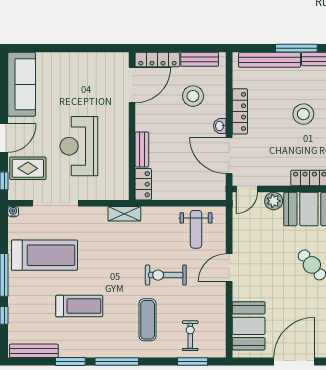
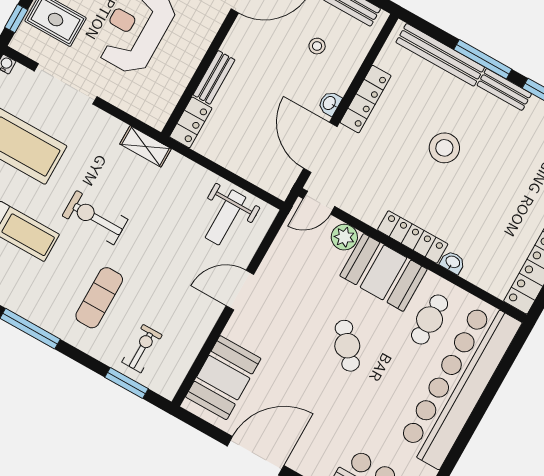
stool: (193, 96) -> (317, 46), width x0.53, depth x0.53
exercise bike: (166, 275) -> (95, 218), moved

